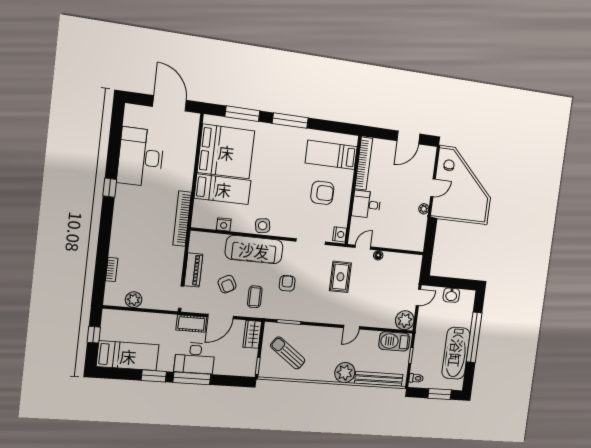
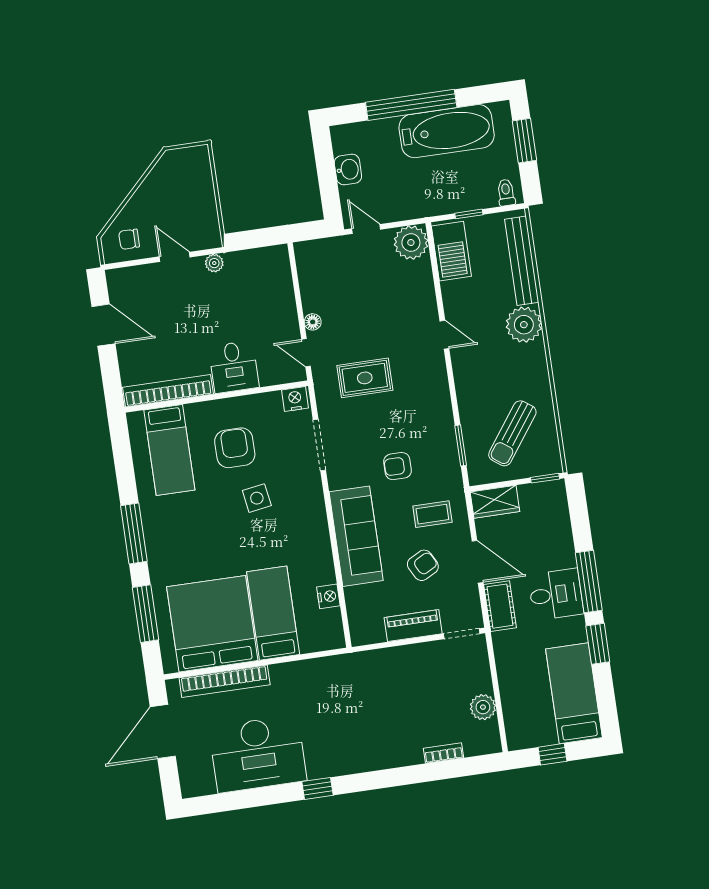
bookcase: (182, 219) -> (225, 681), moved
side table: (263, 226) -> (257, 498), moved
desk: (195, 358) -> (556, 594), width x0.73

